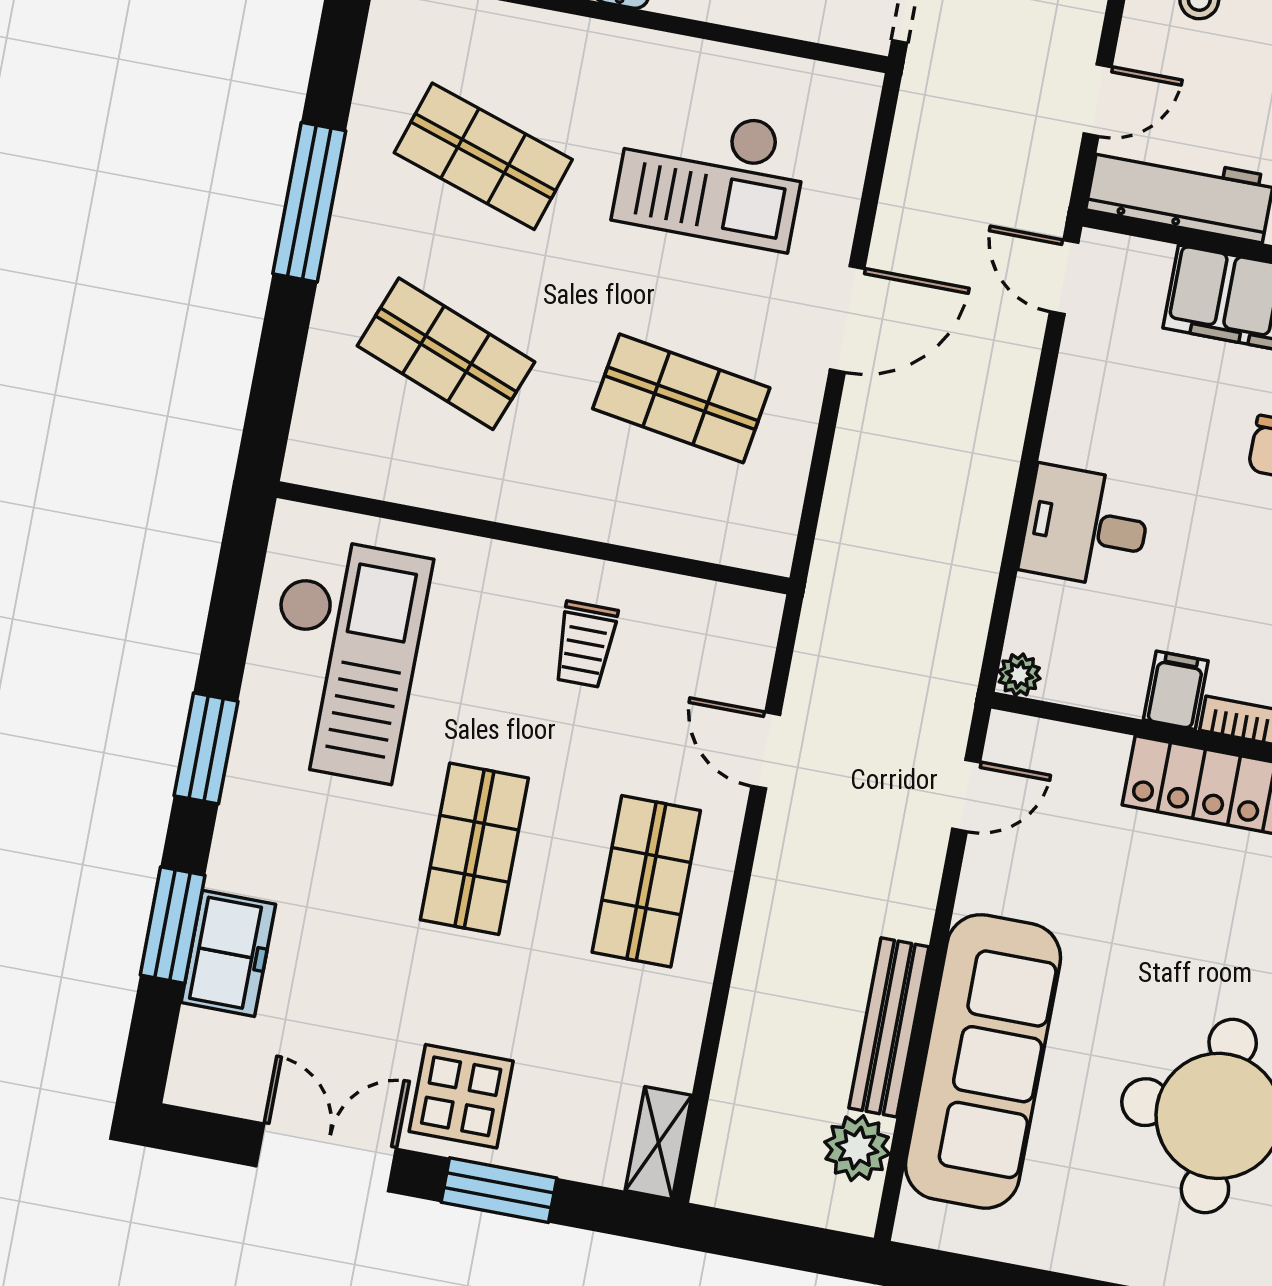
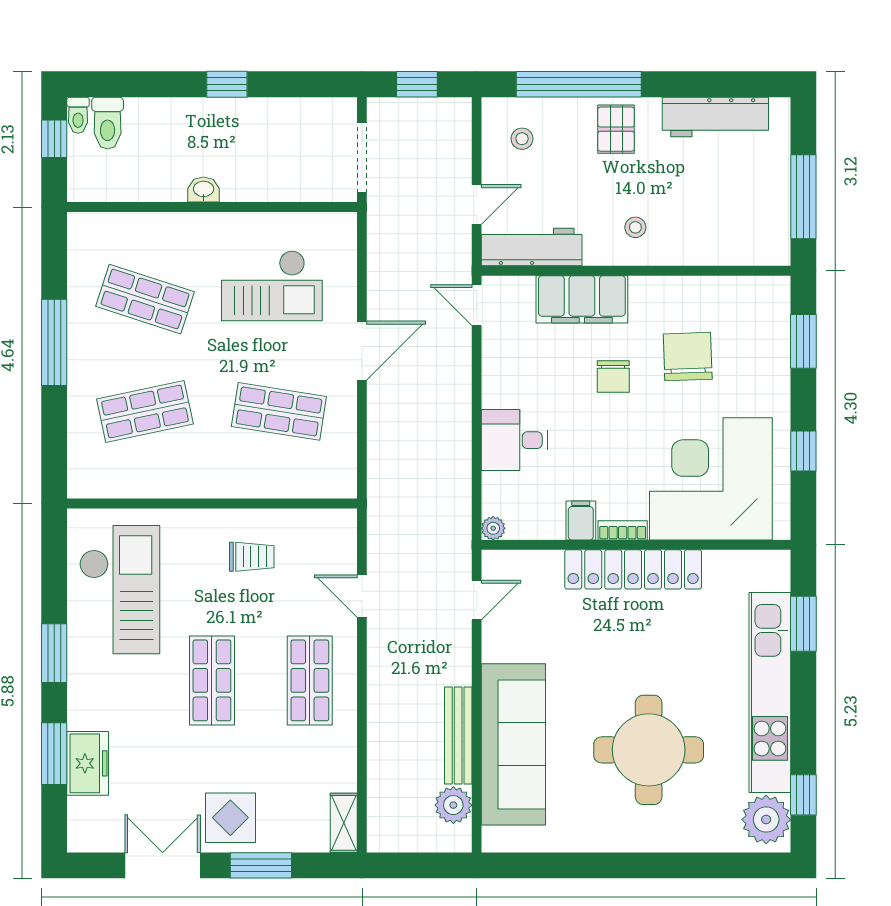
shop shelf: (446, 354) -> (145, 411), turned -33
trolley: (585, 644) -> (252, 557), turned -90

